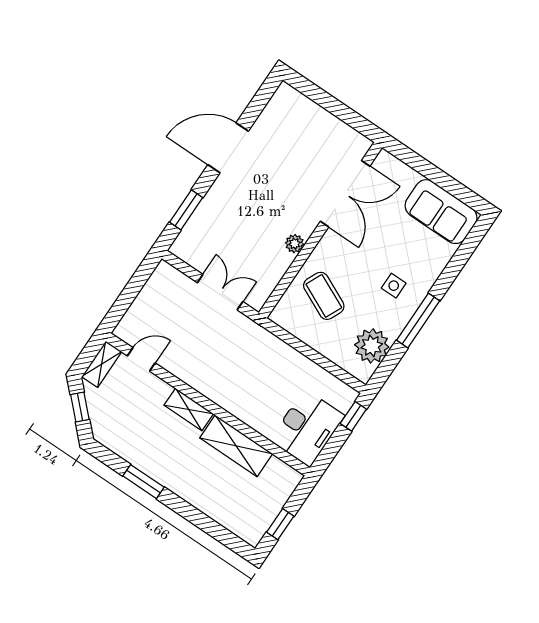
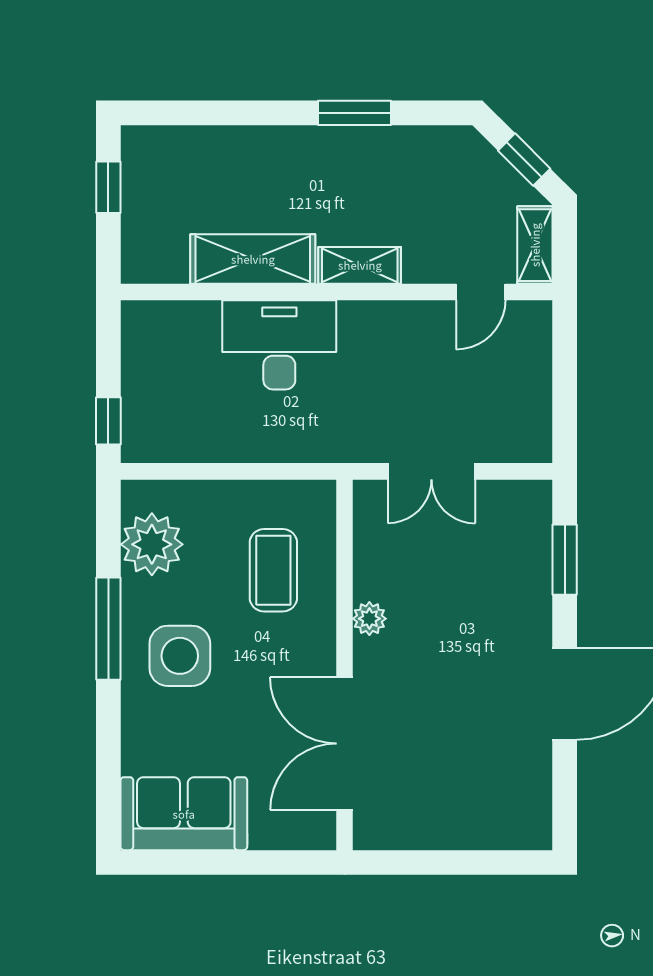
side table: (394, 286) -> (180, 656), width x1.87, depth x1.87
coffee table: (324, 296) -> (273, 570), turned 65
desk: (307, 428) -> (279, 345), moved, turned 90

